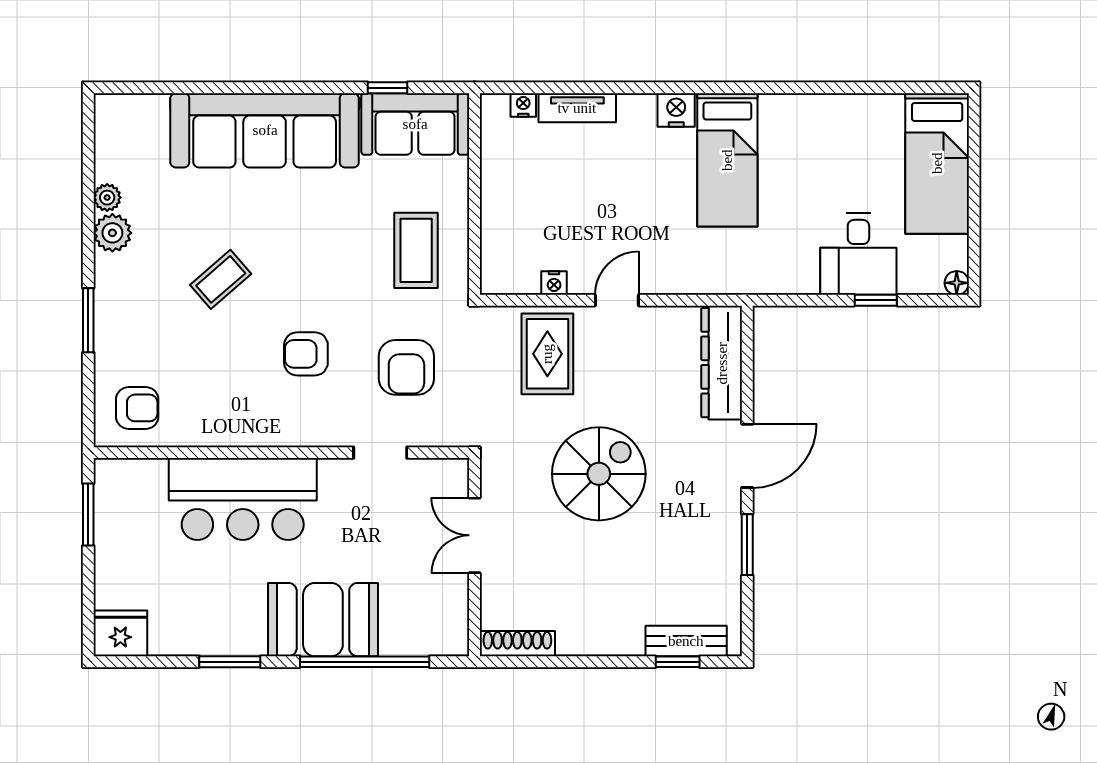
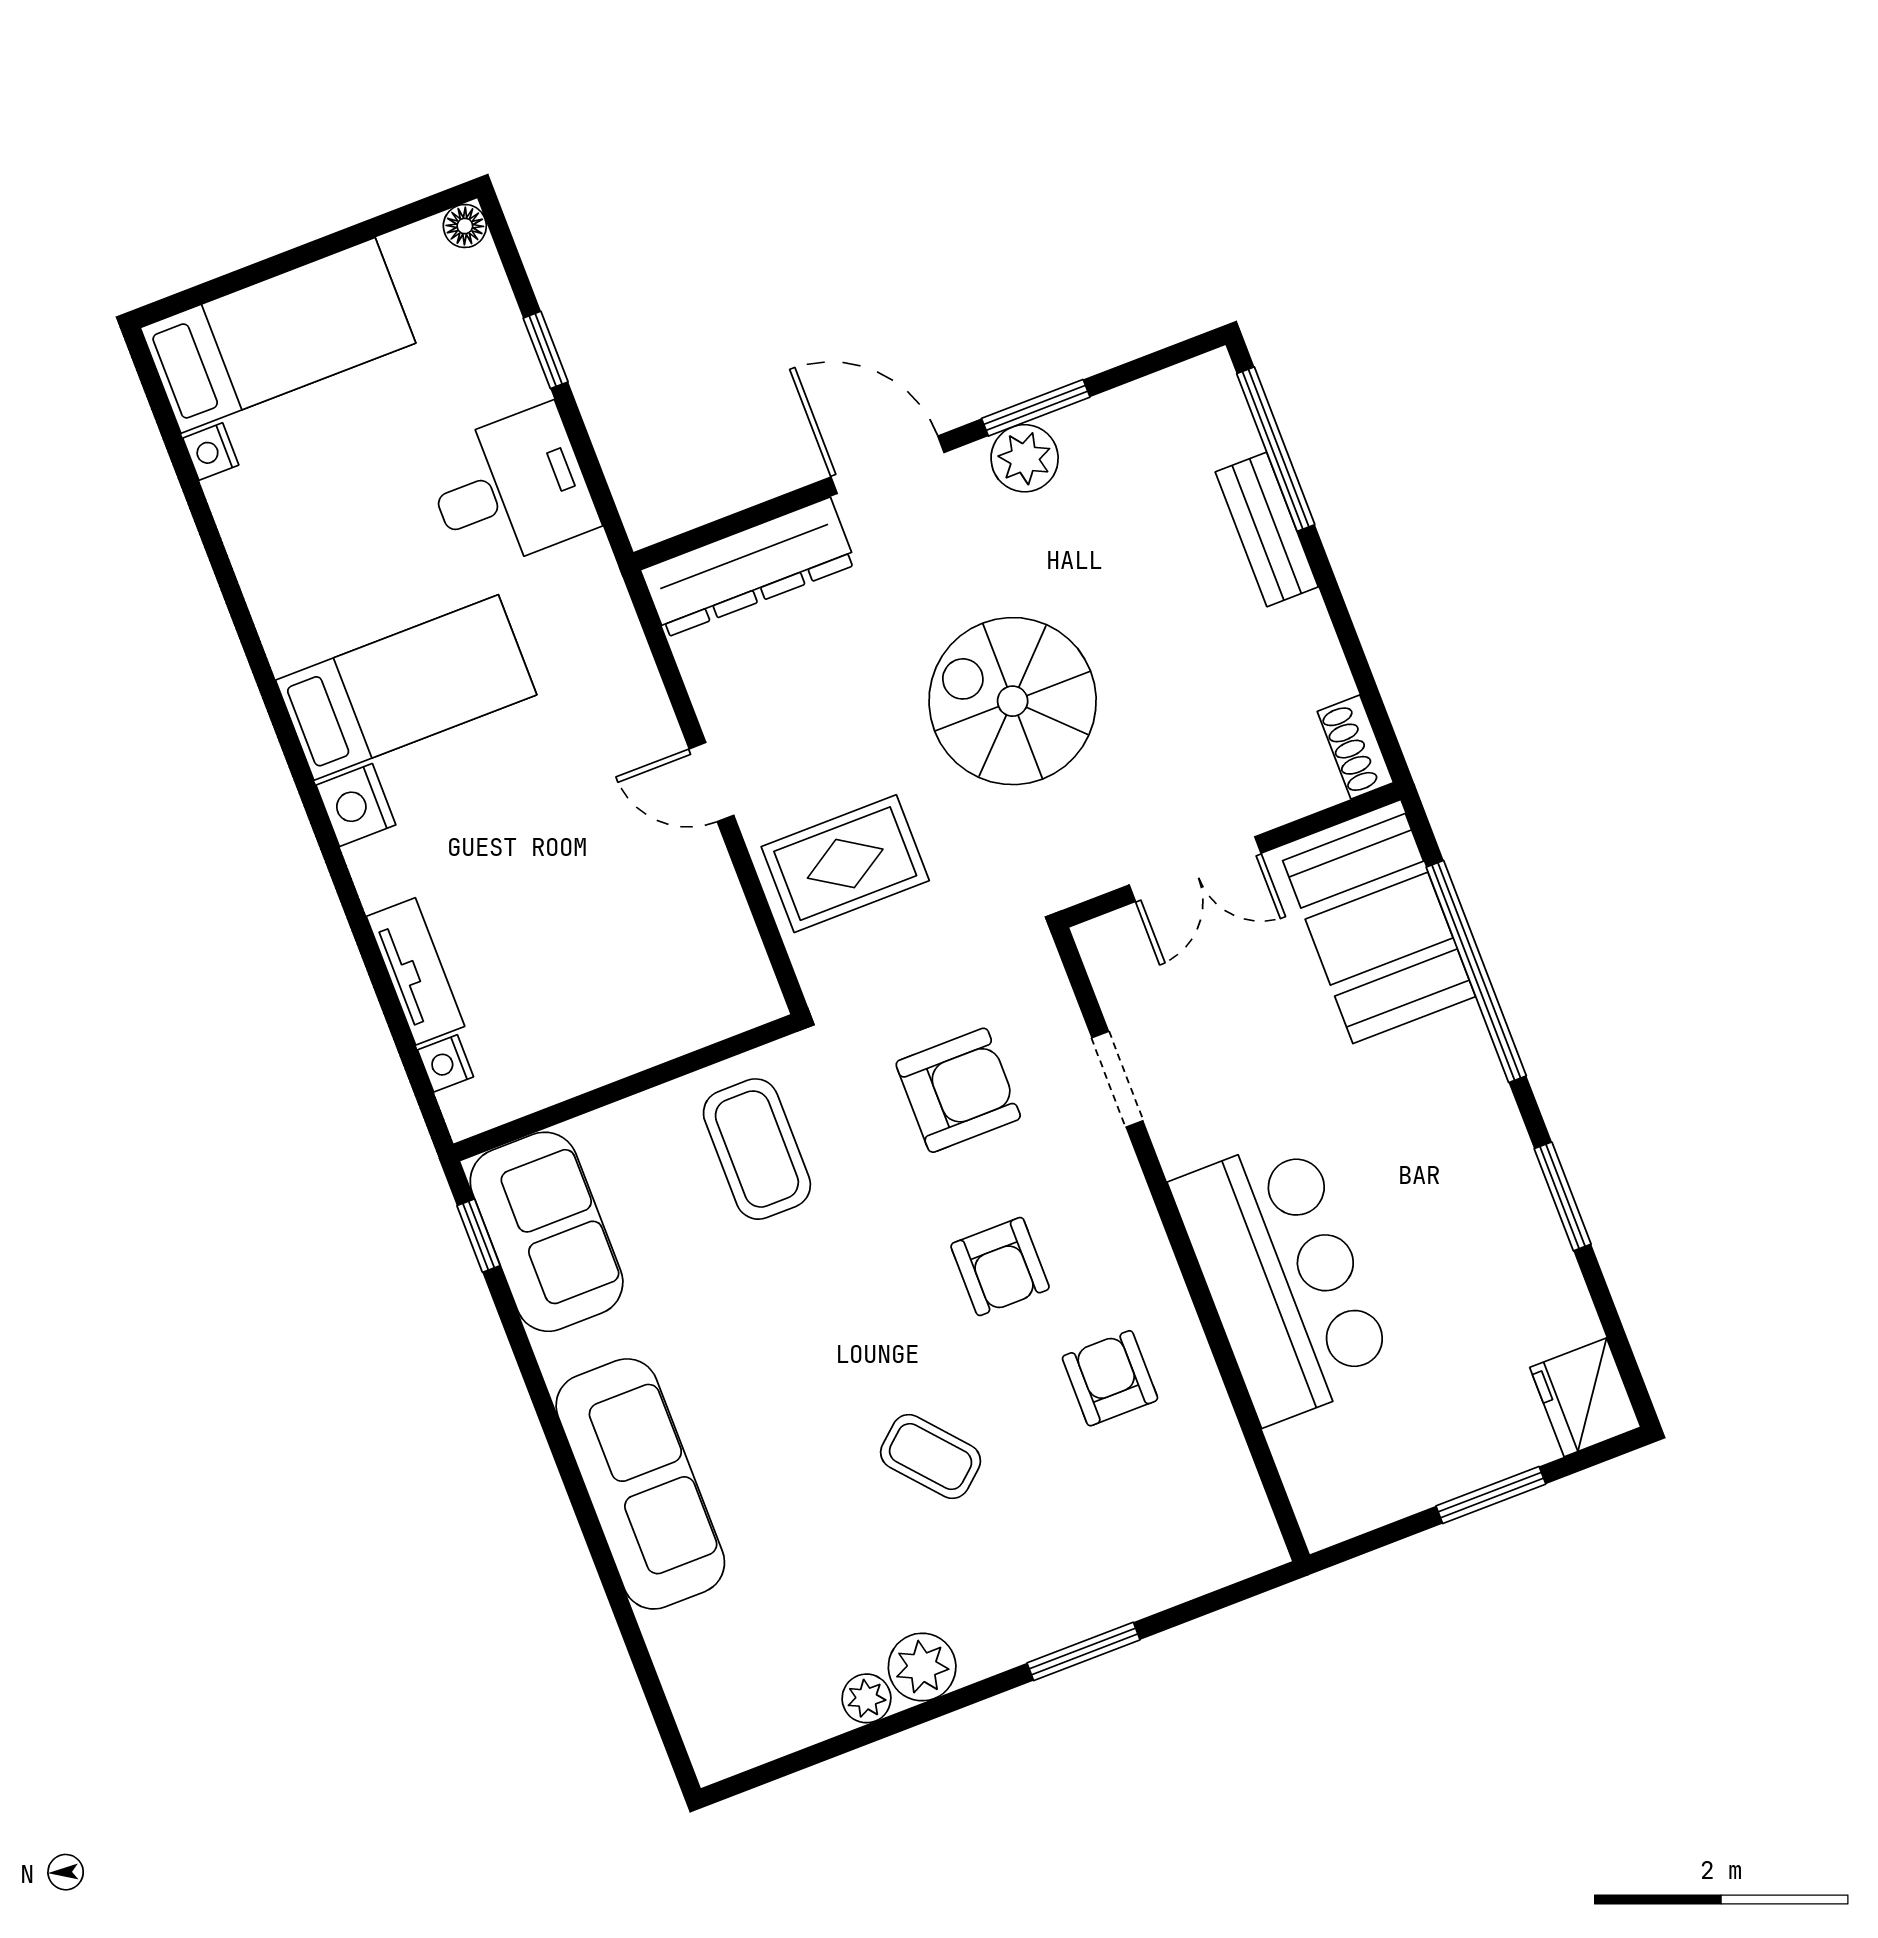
window: (388, 88) -> (479, 1236), moved
sofa: (265, 130) -> (640, 1484), width x0.74, depth x0.79
coffee table: (416, 250) -> (757, 1149), turned 90
desk: (858, 254) -> (510, 489), moved
nightstand: (554, 283) -> (211, 452), moved, turned 180
armchair: (137, 408) -> (1110, 1378), moved
window: (88, 515) -> (1491, 1495), moved
plant: (723, 529) -> (1025, 458), added
booth: (323, 620) -> (1379, 929), moved
bench: (686, 641) -> (1267, 529), moved
shoe rack: (517, 644) -> (1355, 747), width x0.70
window: (678, 662) -> (1276, 449), width x2.17

